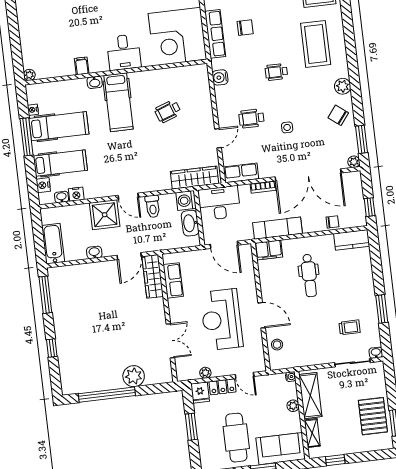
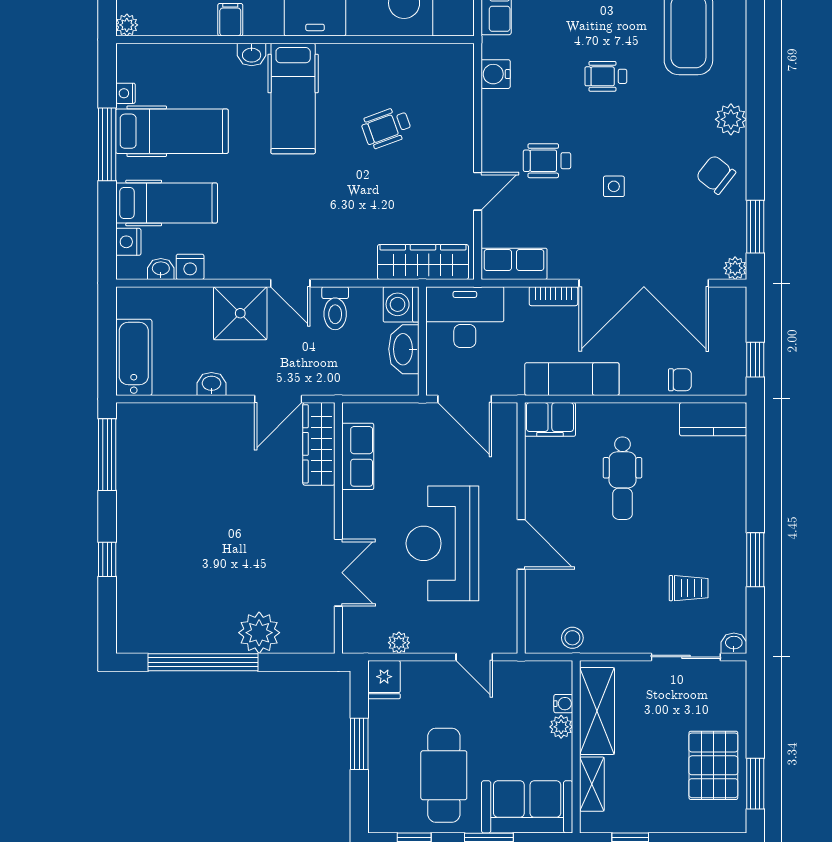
stool: (277, 345) -> (572, 638), moved
water cooler: (291, 377) -> (563, 704), moved
locker: (223, 387) -> (429, 674), removed

